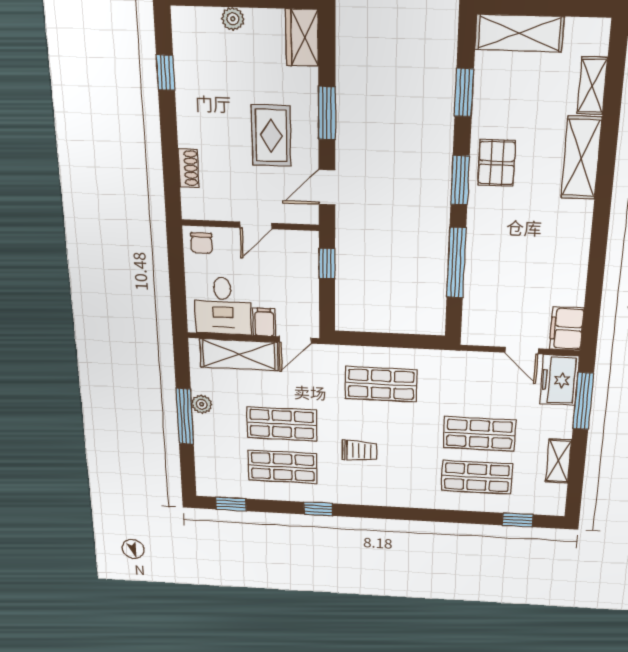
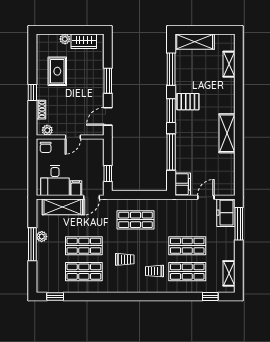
wardrobe: (302, 38) -> (84, 41), moved, turned -90
window: (166, 73) -> (32, 92), moved
window: (464, 93) -> (171, 69), width x1.44
rug: (271, 136) -> (57, 71), moved
shelving: (581, 158) -> (227, 133), moved
pallet: (497, 163) -> (188, 102), turned 90
plant: (203, 210) -> (47, 130), added
window: (327, 264) -> (108, 174), moved
filing cabinet: (567, 329) -> (183, 184), moved, turned 180
door: (522, 351) -> (206, 197), swing flipped
shelving: (558, 461) -> (229, 273), moved
trolley: (415, 473) -> (154, 271), added
window: (318, 509) -> (103, 297), removed

